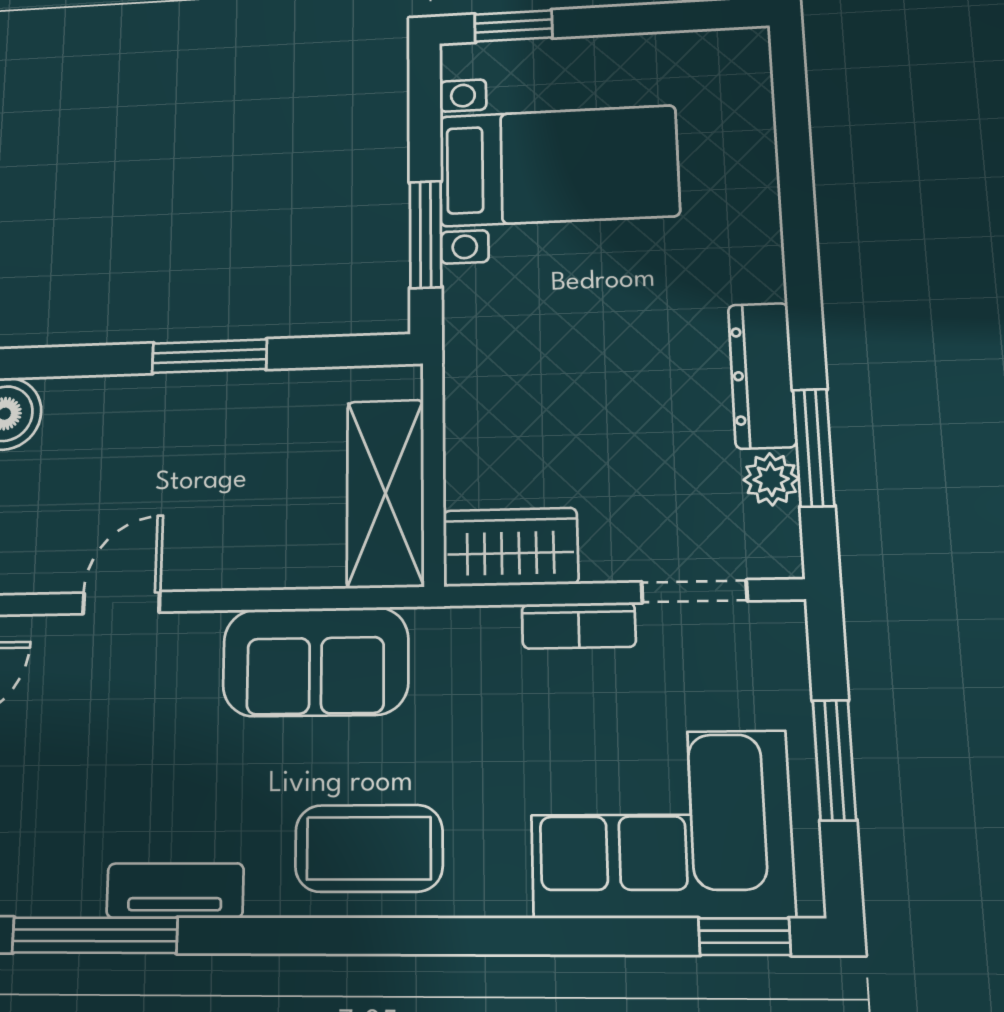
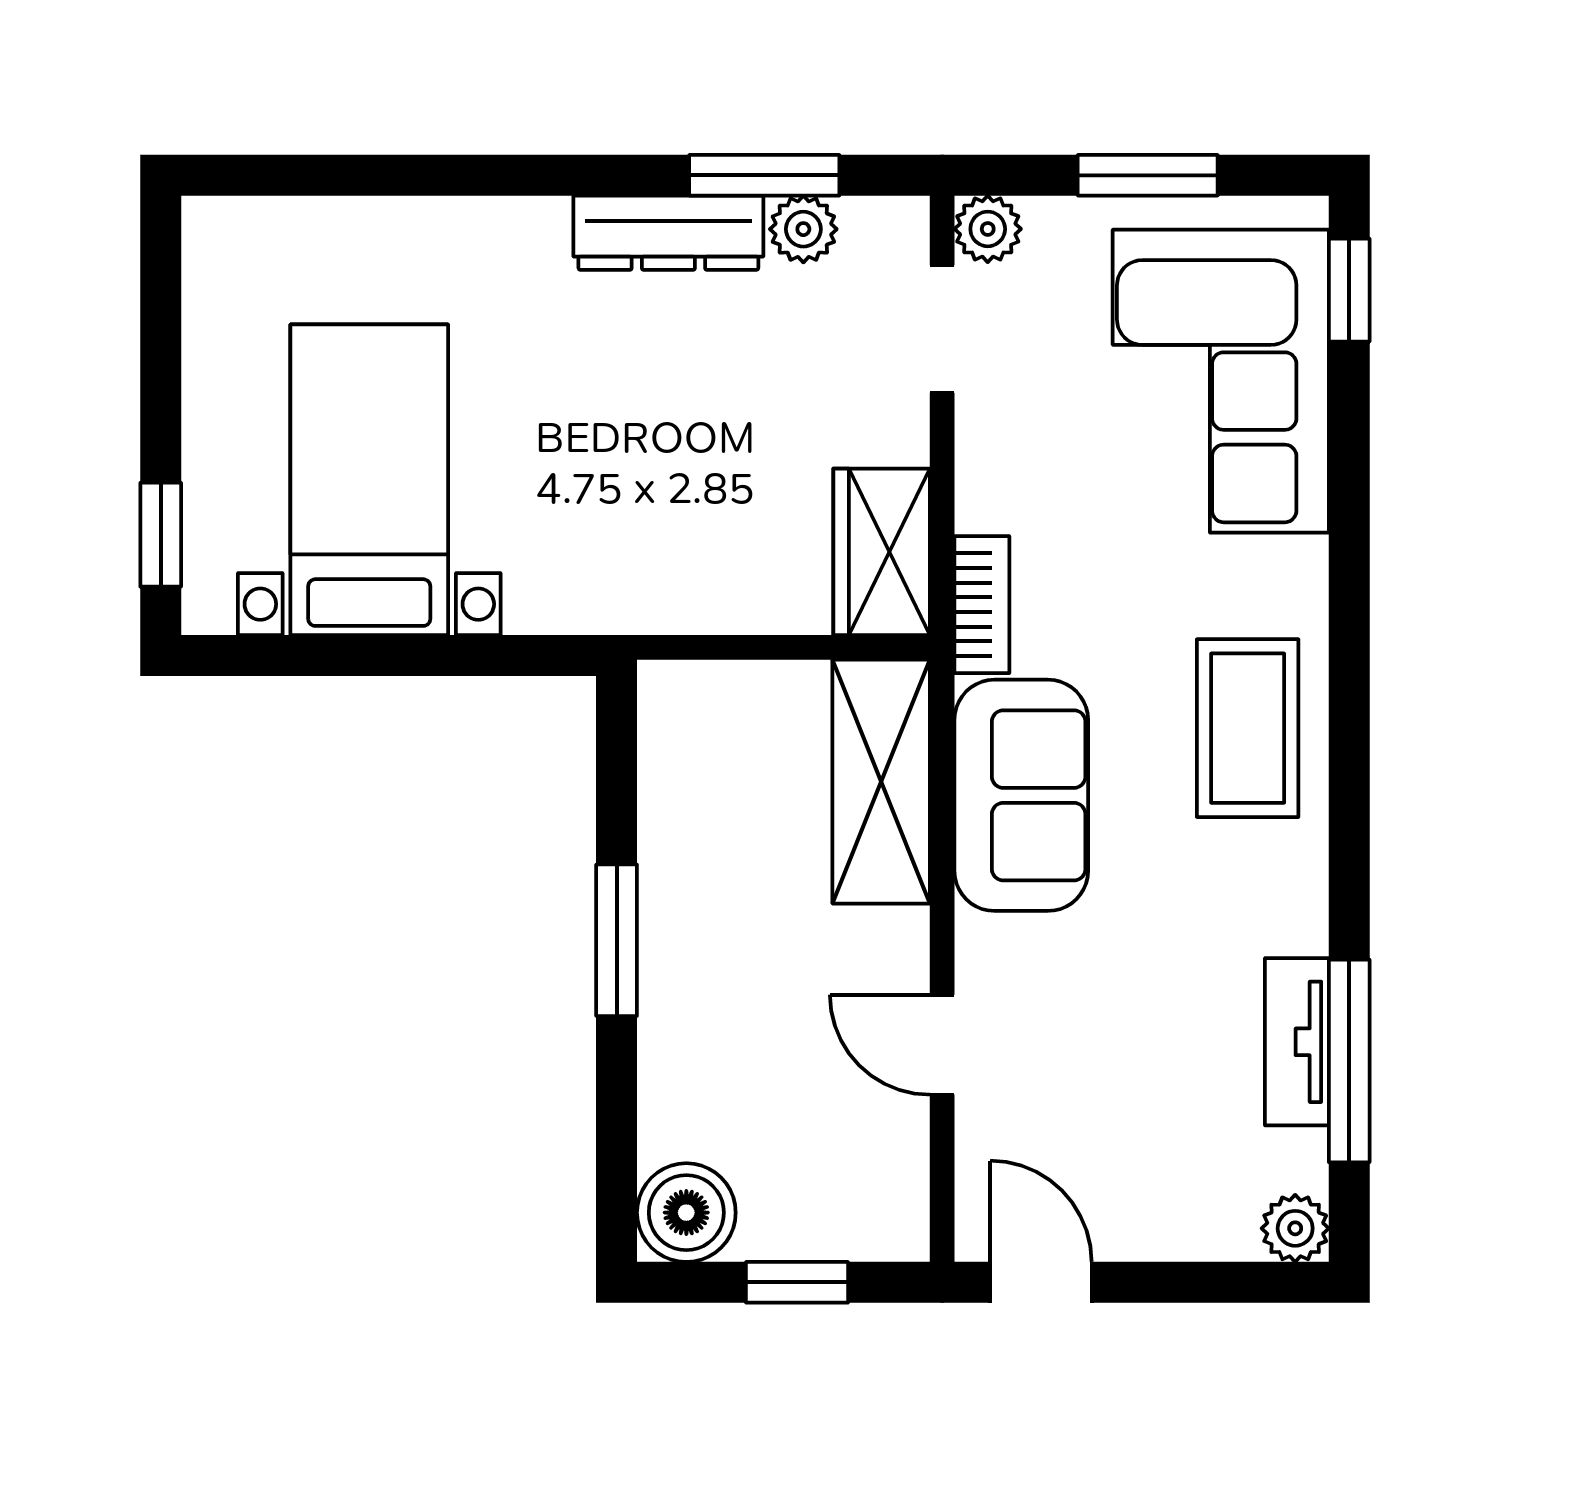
window: (426, 234) -> (458, 656), removed
shelving: (385, 493) -> (881, 782), moved, turned 90
bookcase: (579, 626) -> (982, 605), moved
plant: (780, 627) -> (988, 229), added
tv unit: (175, 891) -> (1297, 1042), moved

